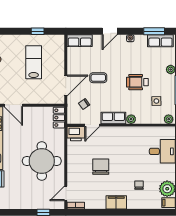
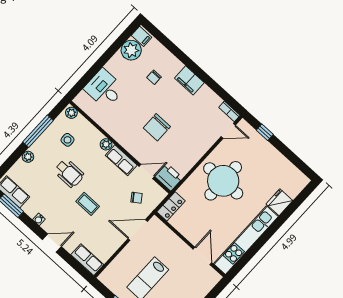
coffee table: (98, 78) -> (88, 204), moved
chair: (101, 167) -> (157, 127), moved

